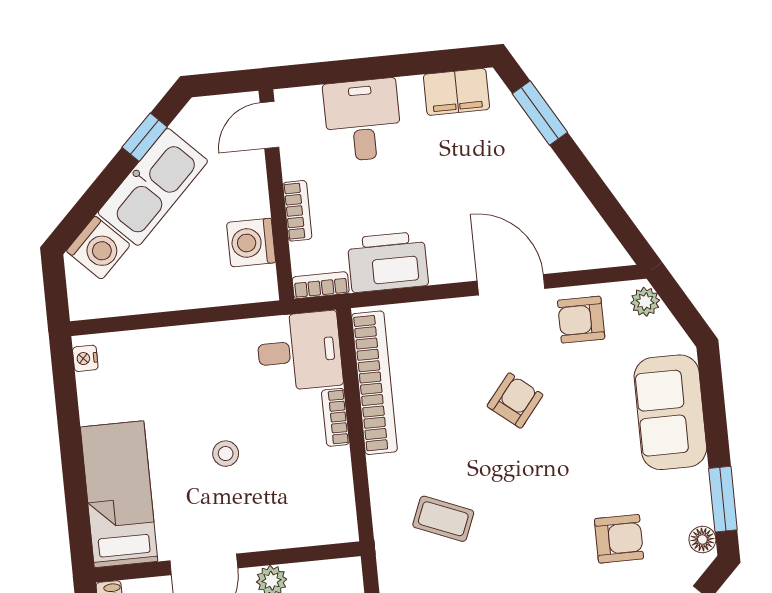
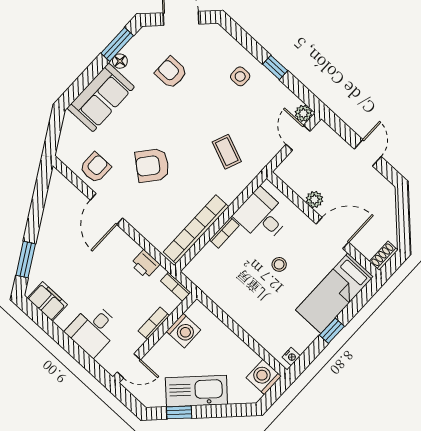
washing machine: (98, 248) -> (264, 377), moved, turned -45
printer: (388, 262) -> (145, 264), width x0.53, depth x0.68
plant: (645, 302) -> (65, 148), removed
armchair: (581, 320) -> (95, 168), turned -90
desk: (299, 351) -> (262, 216), moved
armchair: (515, 400) -> (152, 165), width x1.38, depth x1.38
window: (71, 445) -> (332, 331), added
floor lamp: (702, 540) -> (120, 61), moved

